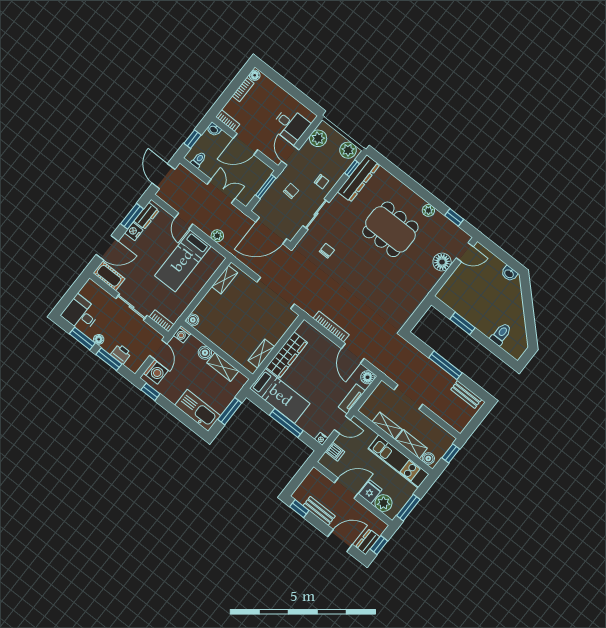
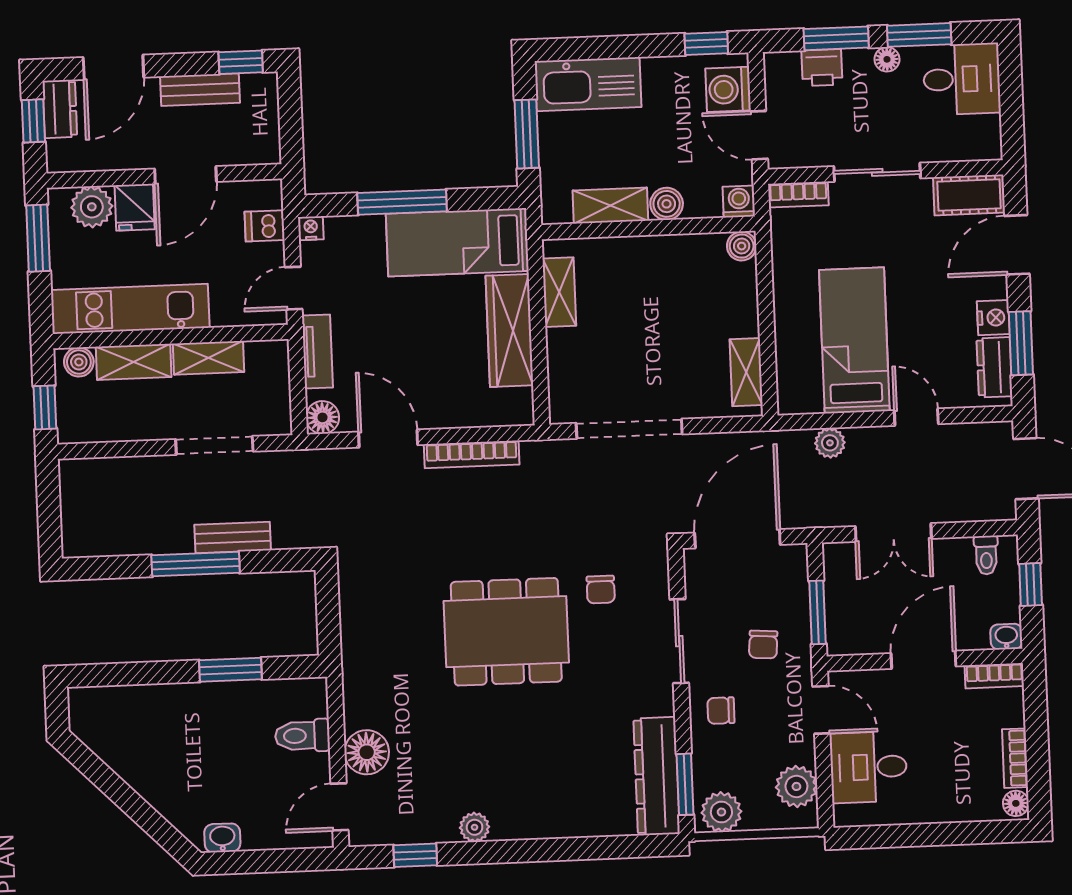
window: (352, 168) -> (685, 784), width x1.50
dining table: (390, 229) -> (506, 632), moved
toilet: (501, 334) -> (302, 736), moved, turned 90
bench: (466, 395) -> (233, 537), moved

